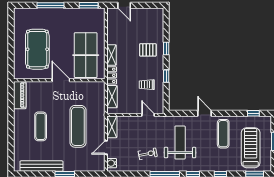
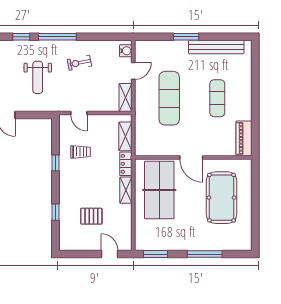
window: (166, 48) -> (56, 212), moved
pallet: (148, 50) -> (91, 216), moved
weight bench: (180, 143) -> (38, 77), width x0.73, depth x0.75

